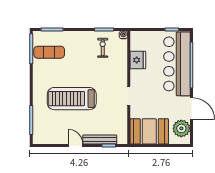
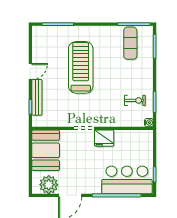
fridge: (138, 60) -> (104, 138), moved
bar counter: (177, 64) -> (127, 180), width x0.73

